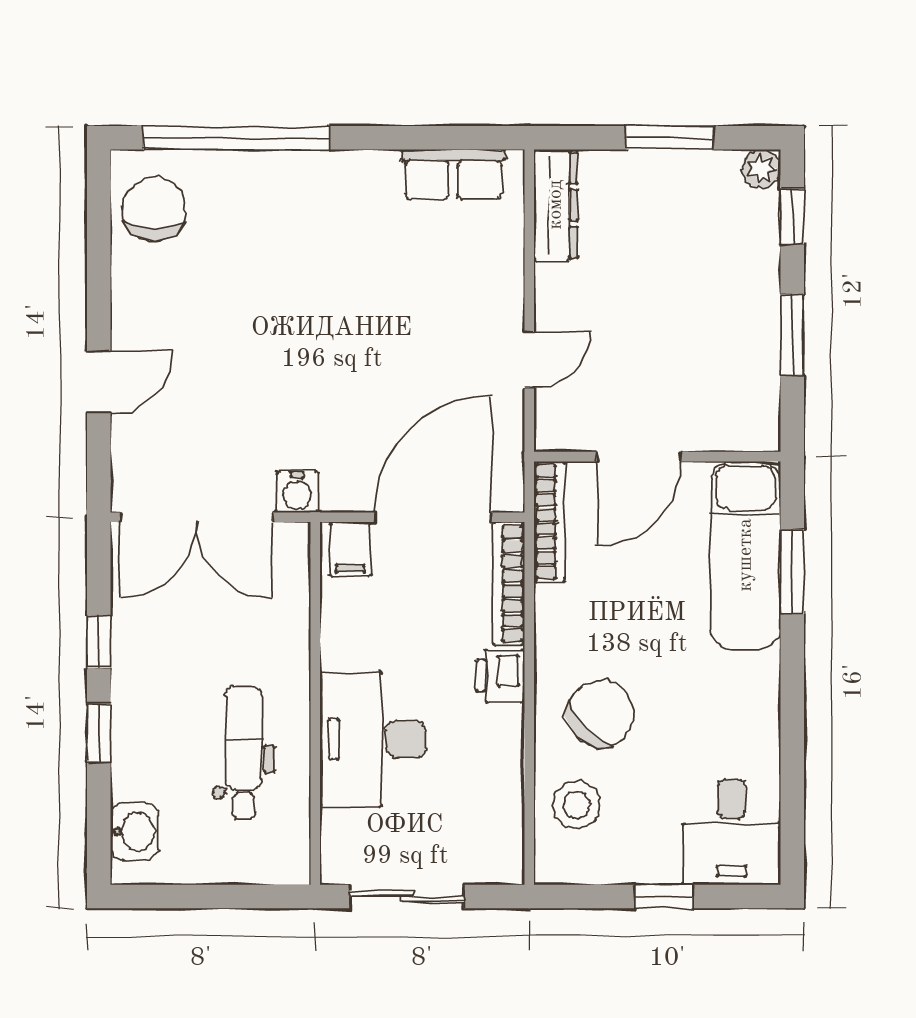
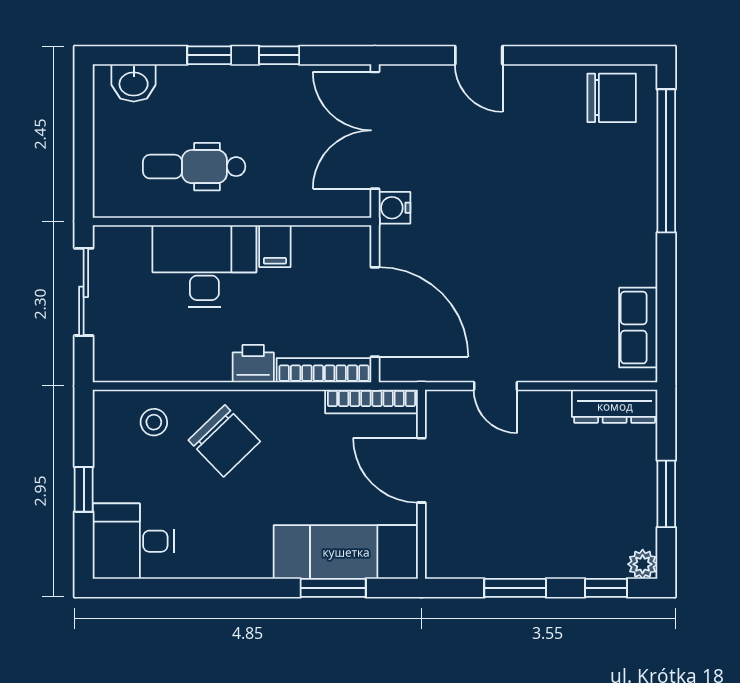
filing cabinet: (350, 549) -> (275, 246), moved, turned -90
dental chair: (244, 753) -> (194, 167), turned 180
stool: (576, 805) -> (154, 422), width x0.73, depth x0.73

